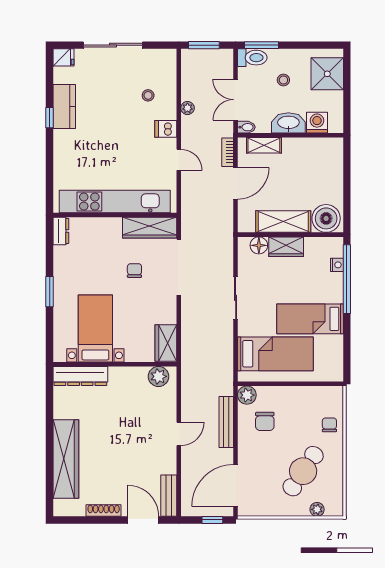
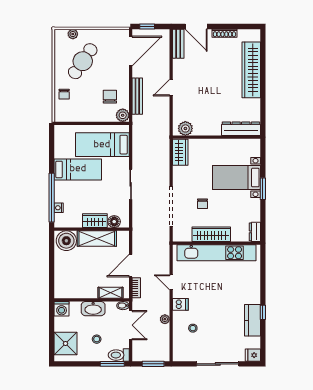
washing machine: (317, 123) -> (62, 309), moved
wardrobe: (150, 228) -> (211, 234), moved
bed with nightstands: (95, 328) -> (236, 178), moved, turned 90

